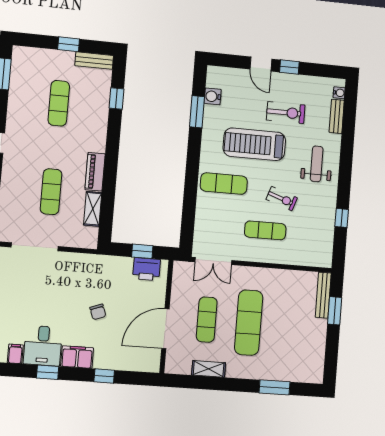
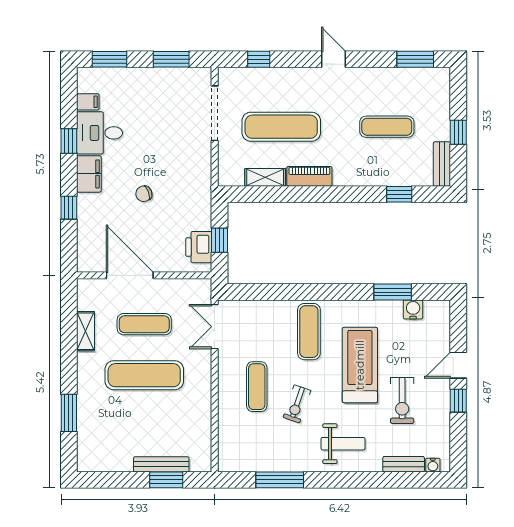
exercise mat: (51, 192) -> (281, 127), width x1.36, depth x1.45
window: (342, 218) -> (280, 480), width x2.17
bench: (323, 295) -> (161, 464), moved

